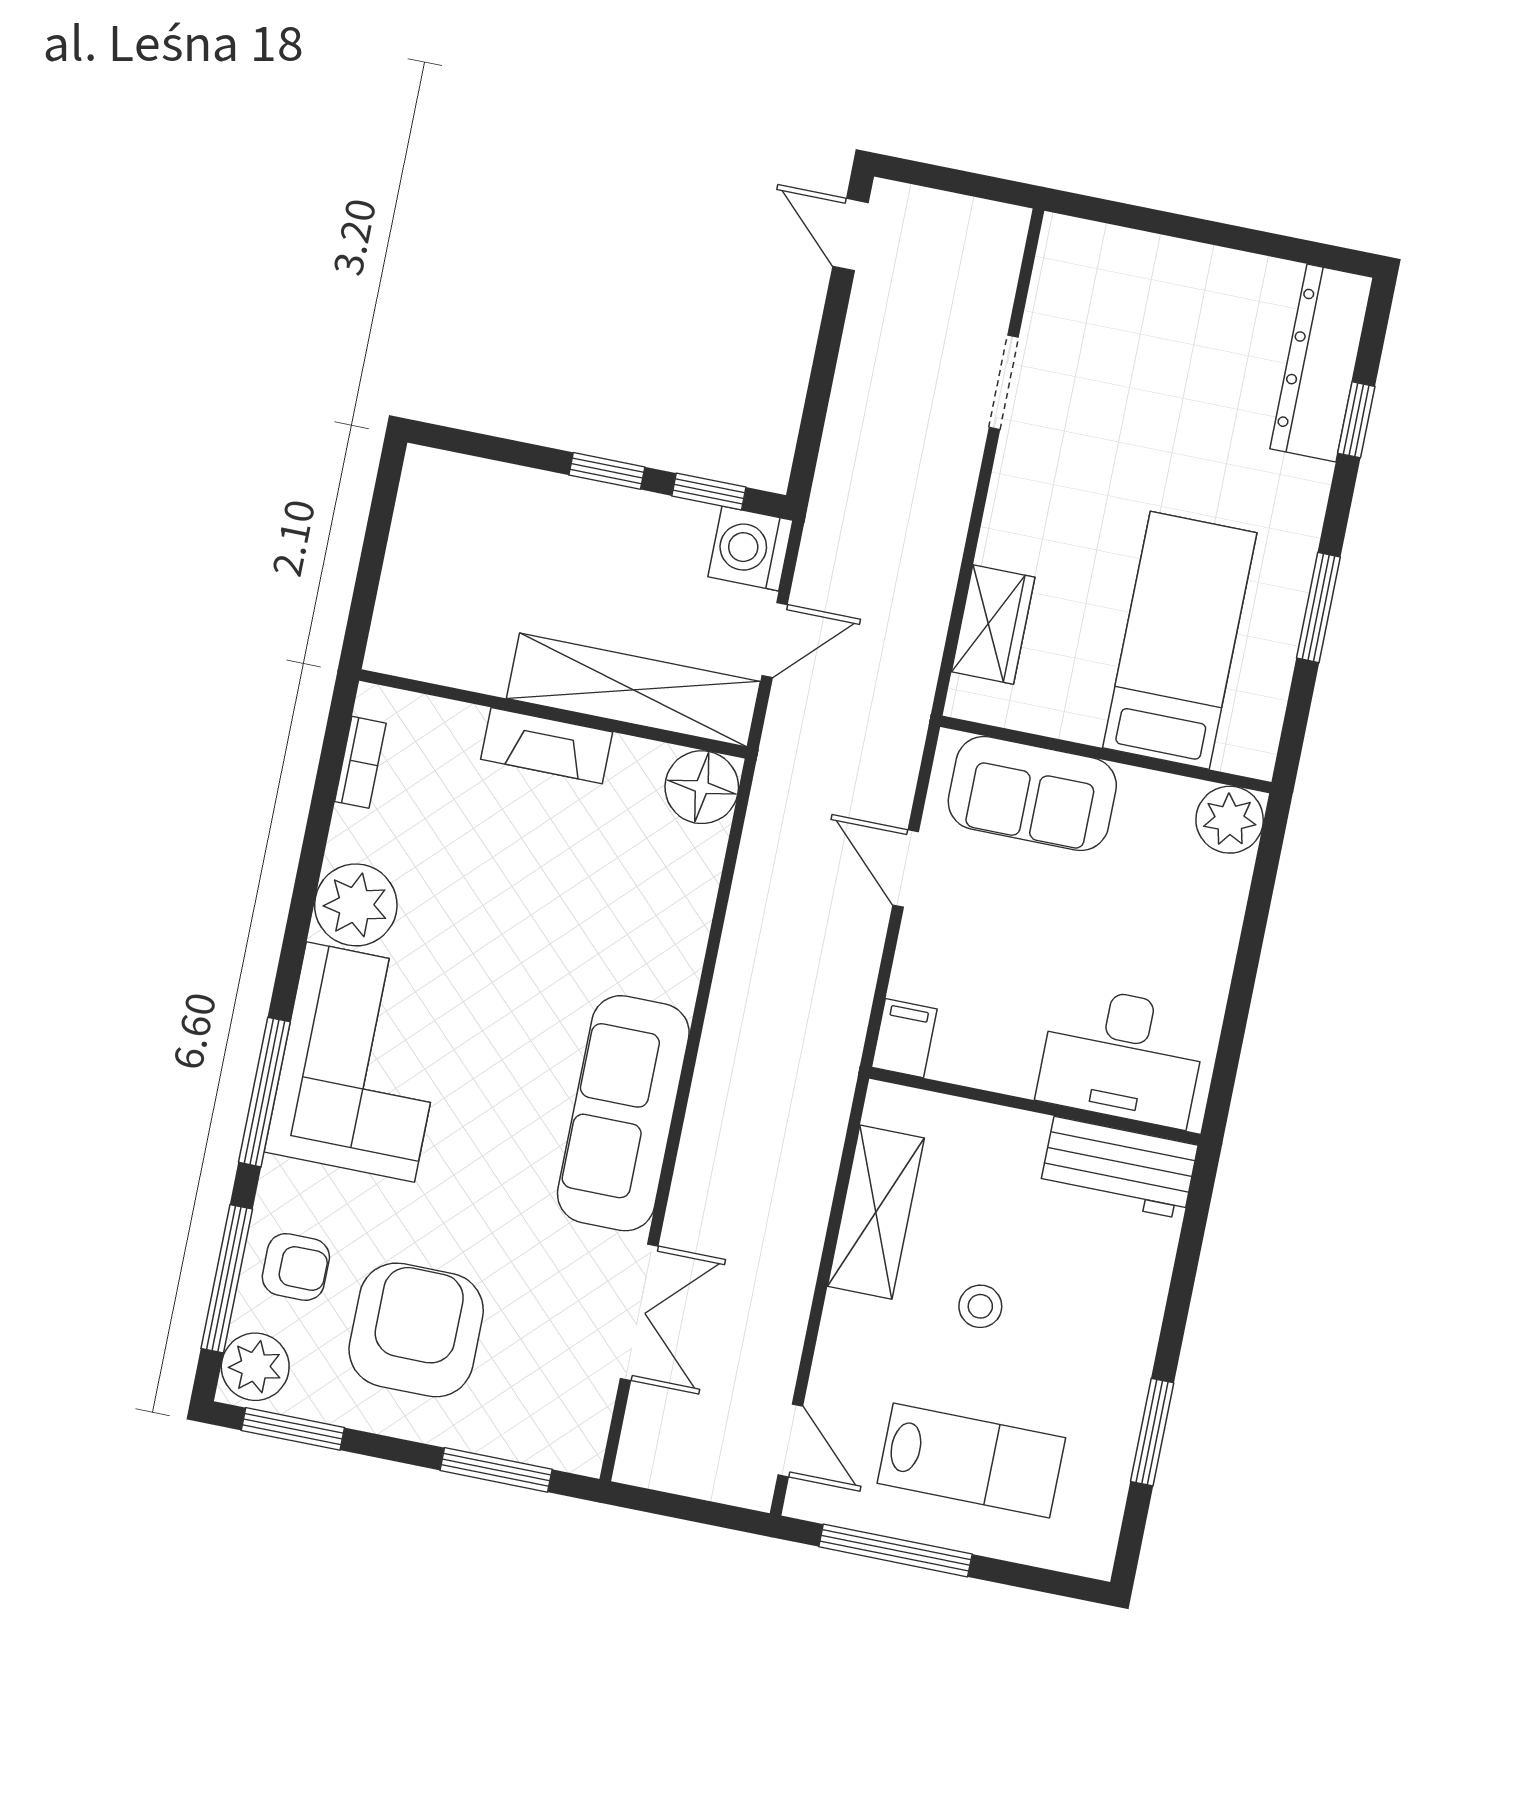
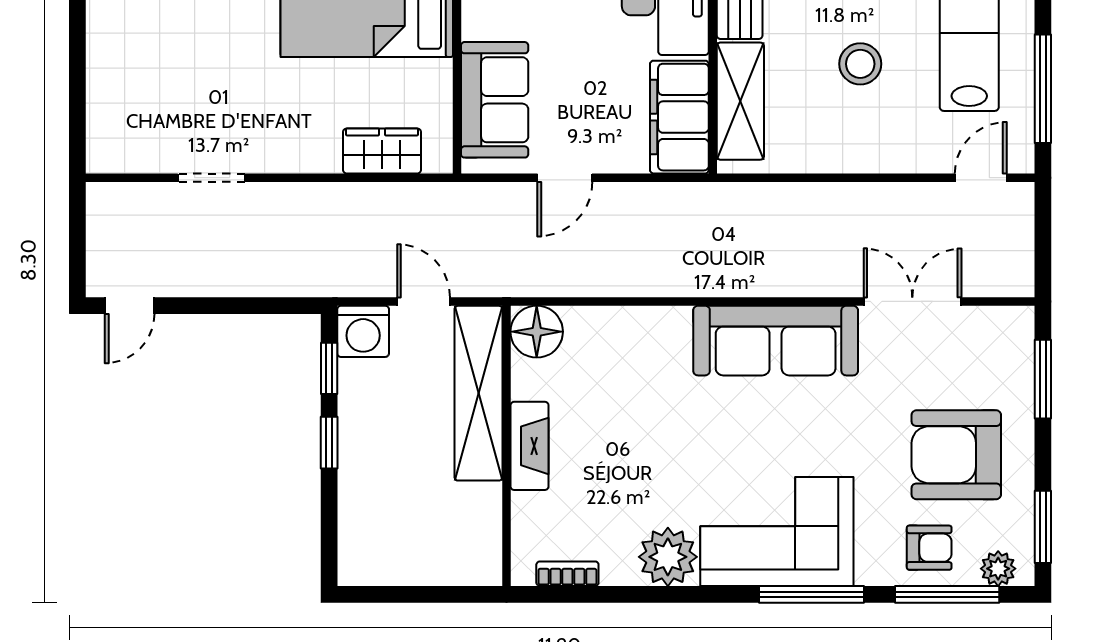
filing cabinet: (904, 1038) -> (679, 117), width x3.00, depth x1.17
shelving: (876, 1212) -> (740, 101), moved, turned 90
armchair: (296, 1267) -> (929, 548), turned 90
stool: (980, 1306) -> (860, 64), width x1.37, depth x1.37
plant: (255, 1367) -> (998, 569), width x0.73, depth x0.73

